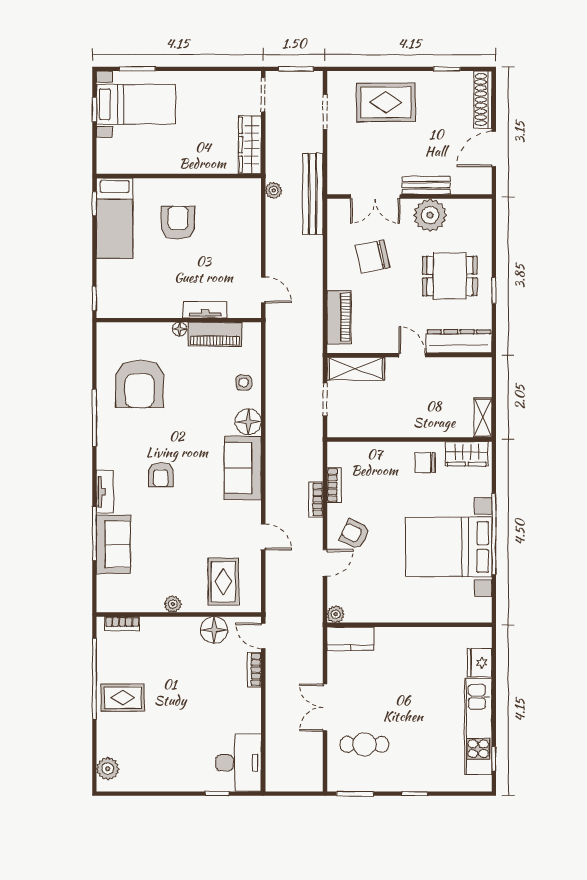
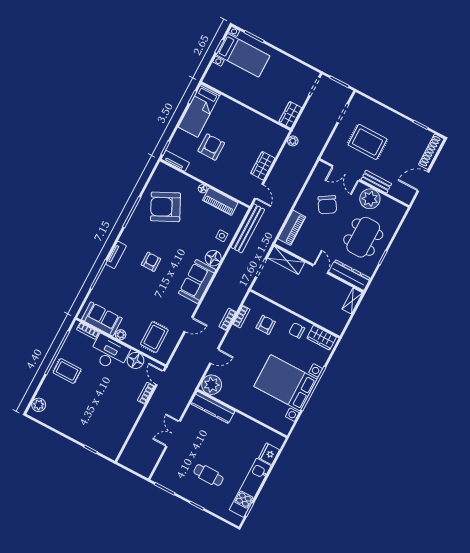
rug: (386, 102) -> (367, 142), moved
wardrobe: (250, 145) -> (290, 115), width x0.67
bench: (313, 194) -> (248, 228), moved
armchair: (178, 223) -> (211, 147), moved
wardrobe: (249, 250) -> (263, 166), added
chair: (373, 257) -> (327, 205), turned -110
dining table: (450, 276) -> (363, 237), width x1.37
tv unit: (205, 310) -> (175, 161), moved
armchair: (140, 384) -> (165, 207), turned 64
shelving: (483, 417) -> (352, 301), moved
armchair: (161, 475) -> (151, 262), turned 180
armchair: (355, 534) -> (266, 325), moved, turned 64
door: (263, 537) -> (188, 324), hinge flipped
sofa: (113, 544) -> (102, 319), moved, turned -90
plant: (336, 614) -> (212, 385), width x1.88, depth x1.88
kitchen counter: (350, 639) -> (213, 407), width x1.50
cafe table: (364, 744) -> (208, 475), moved
desk: (239, 763) -> (109, 353), moved, turned -90

